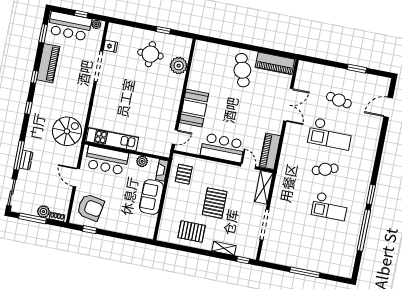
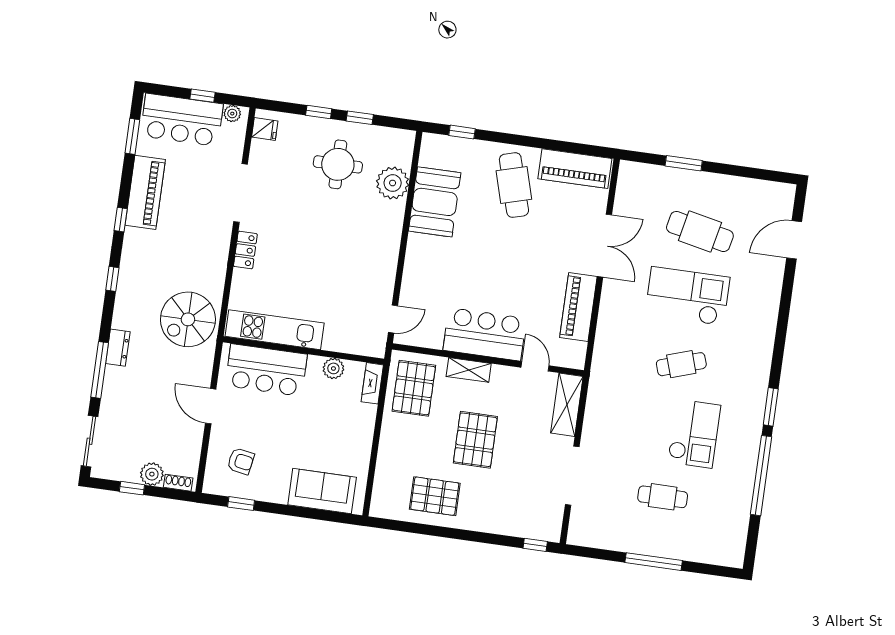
window: (142, 26) -> (319, 112), added
window: (217, 41) -> (462, 132), added
fridge: (110, 46) -> (265, 129), moved
window: (357, 69) -> (684, 163), moved
locker: (99, 97) -> (245, 250), added
cafe table: (339, 100) -> (700, 232), width x1.37, depth x1.35
booth: (194, 108) -> (435, 202), moved
spiral stairs: (67, 131) -> (188, 319), turned 180
checkout: (330, 134) -> (687, 296), turned 180
piano: (270, 151) -> (578, 307), moved
dresser: (26, 160) -> (118, 348), moved
pallet: (184, 174) -> (414, 388), width x1.50, depth x1.42
sofa: (151, 197) -> (322, 491), moved, turned 90
checkout: (330, 206) -> (694, 434), turned -90
armchair: (91, 207) -> (241, 461), width x0.53, depth x0.53
window: (33, 218) -> (132, 488), width x0.46
cafe table: (311, 239) -> (663, 497), added
shelving: (224, 248) -> (469, 370), moved

